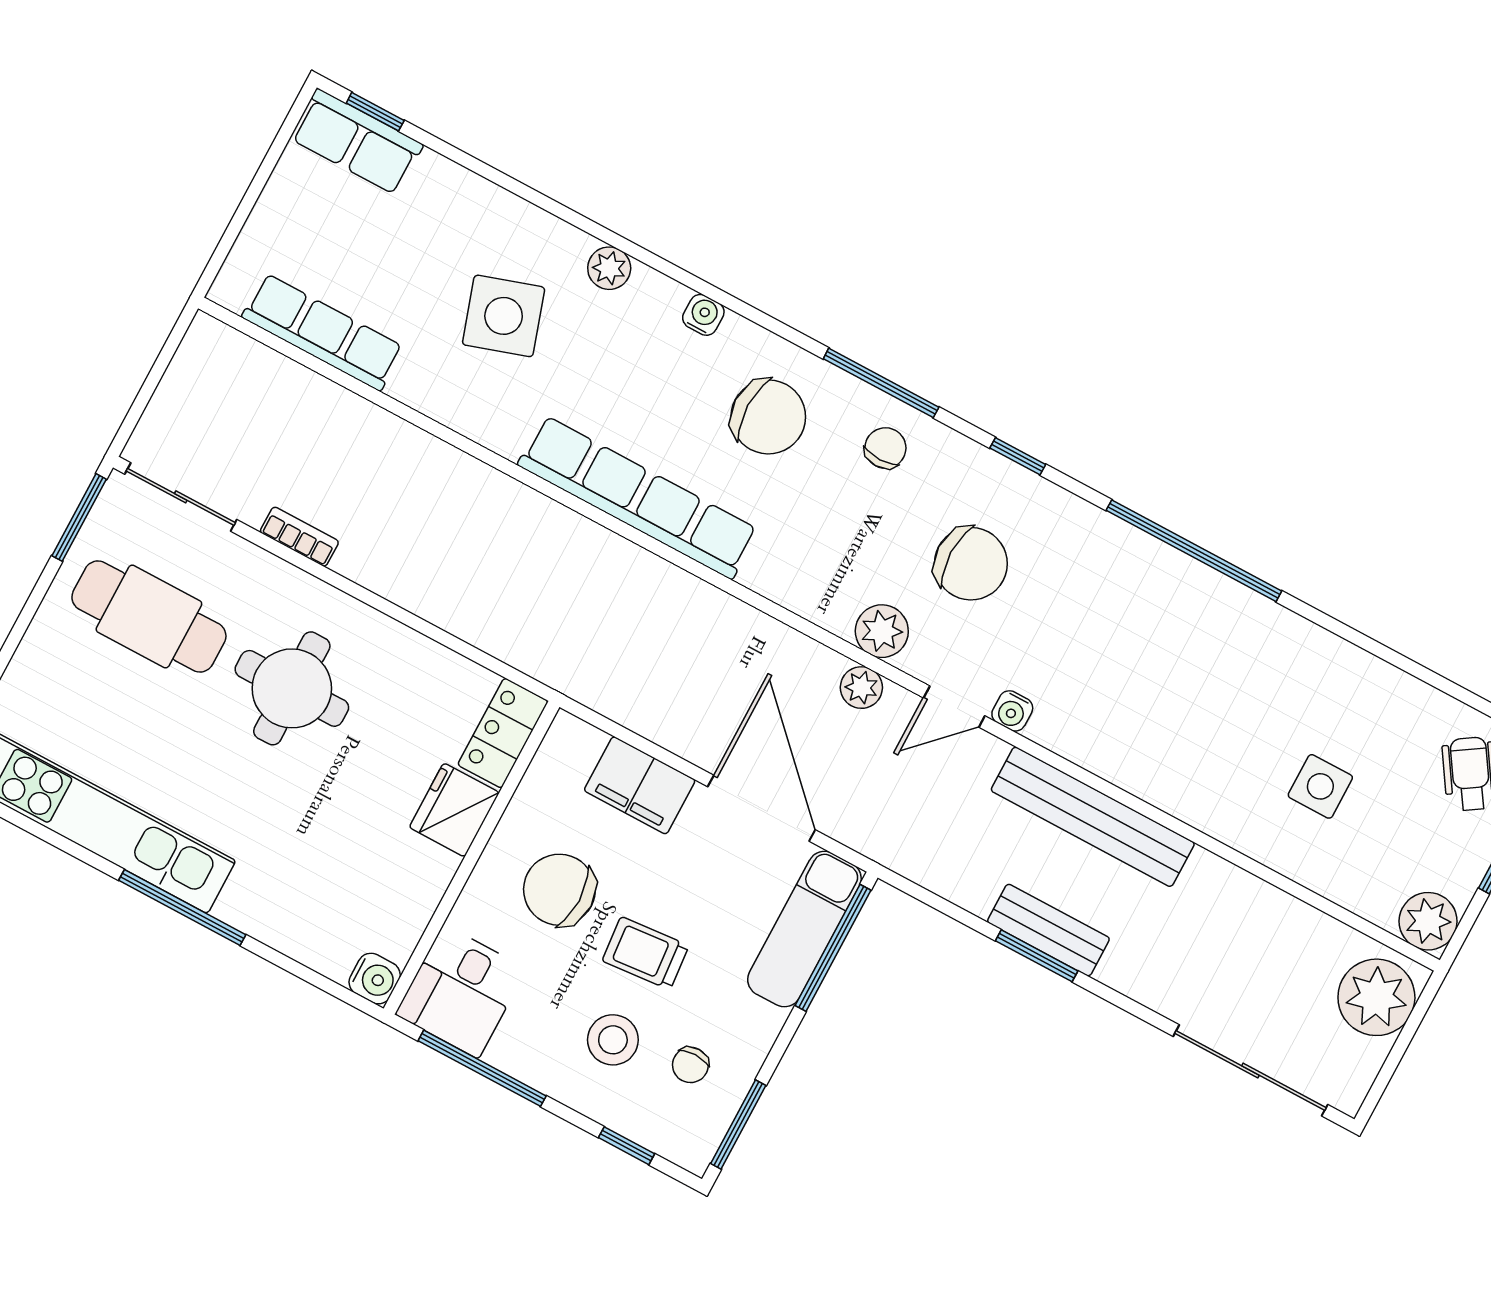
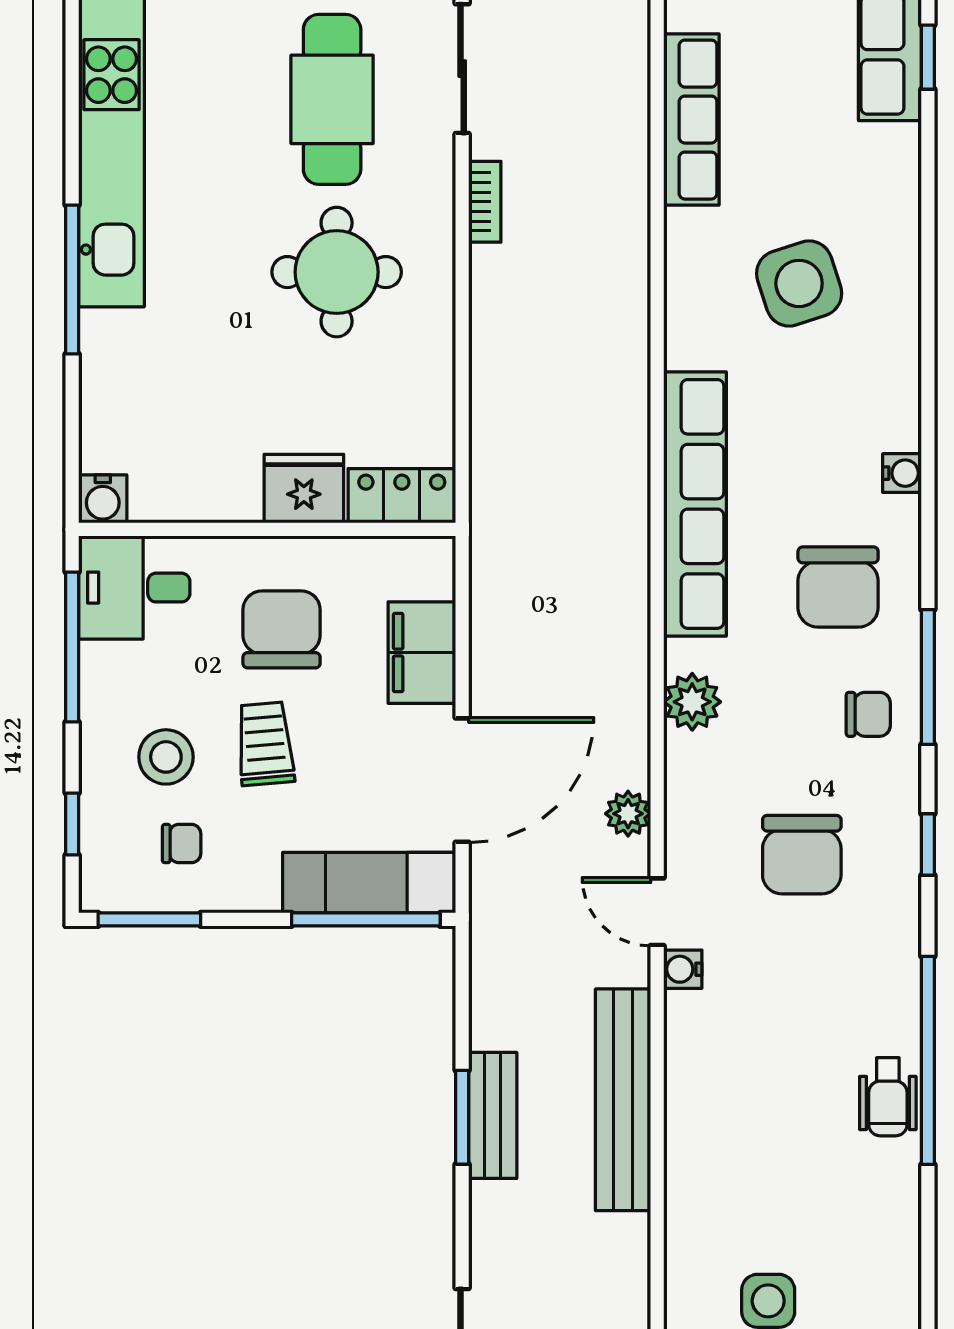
plant: (609, 268) -> (898, 360), removed
wheelchair: (1206, 599) -> (888, 1097), added
plant: (882, 631) -> (692, 702), moved
chair: (690, 1065) -> (182, 844), turned 180

